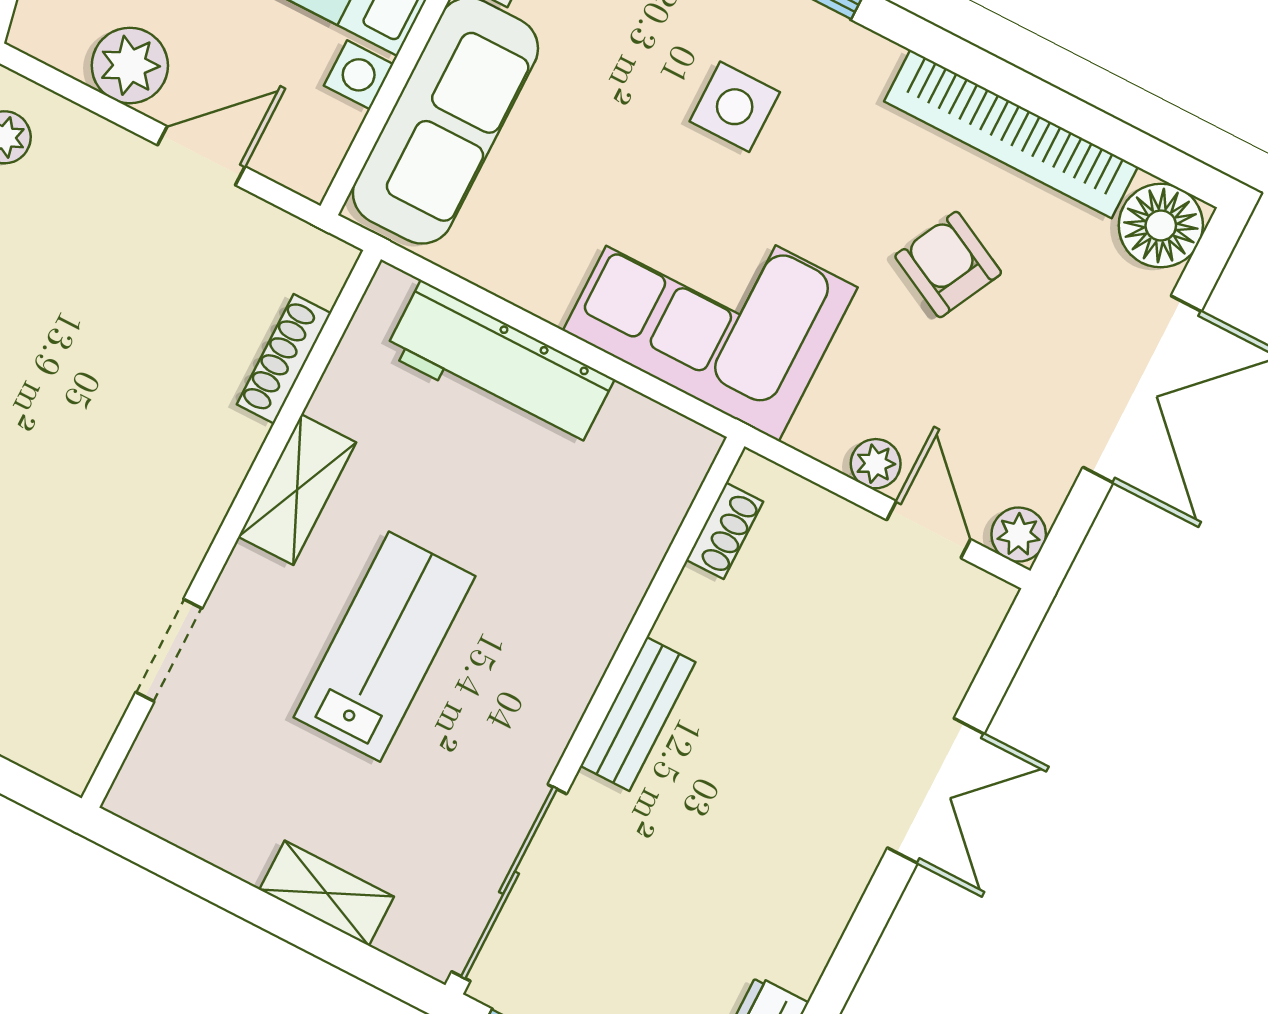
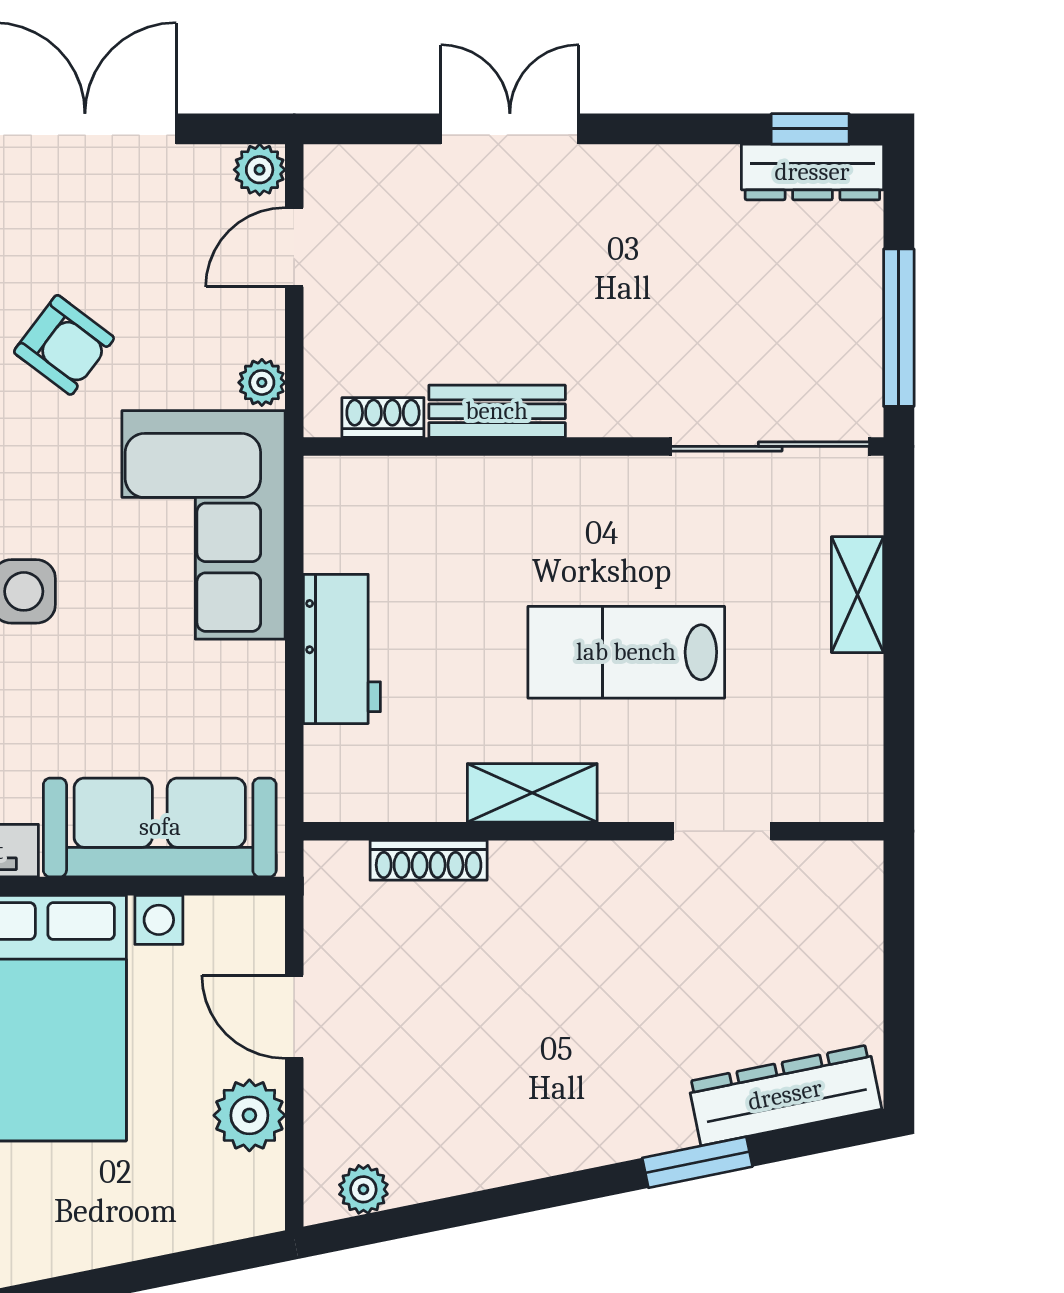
armchair: (948, 264) -> (64, 345), turned -80
workbench: (499, 366) -> (342, 649), width x0.73
plant: (876, 464) -> (262, 382), moved
bench: (638, 714) -> (497, 411), moved

